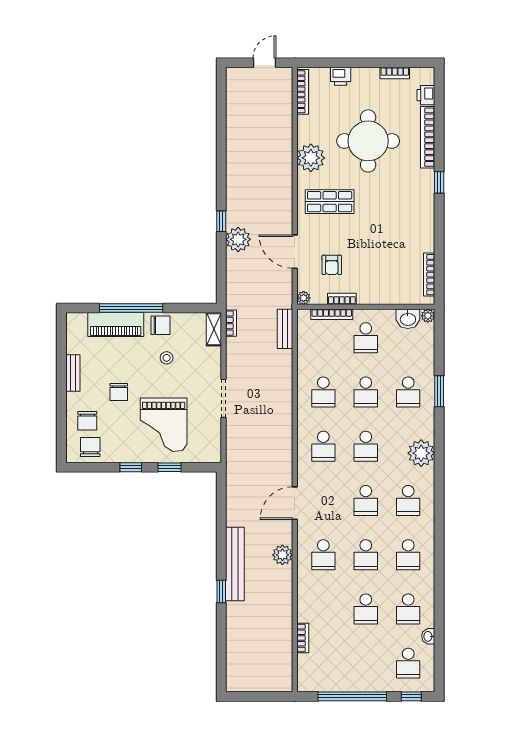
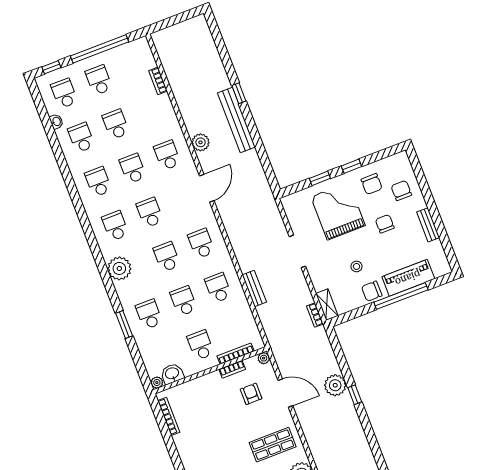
bench: (285, 329) -> (254, 288), moved
chair: (90, 447) -> (372, 184), moved
school desk: (366, 663) -> (99, 80), added

